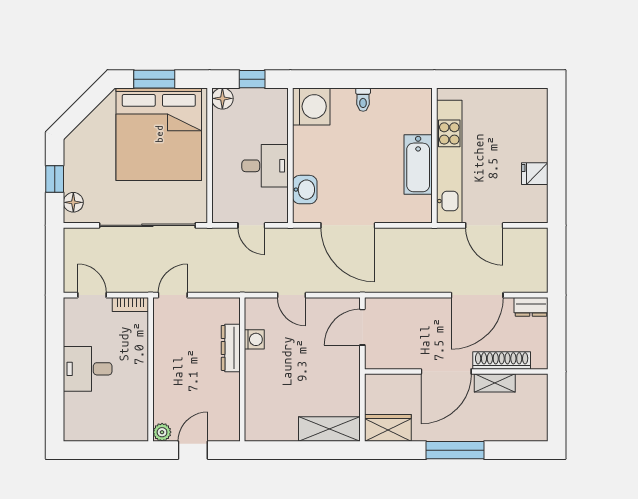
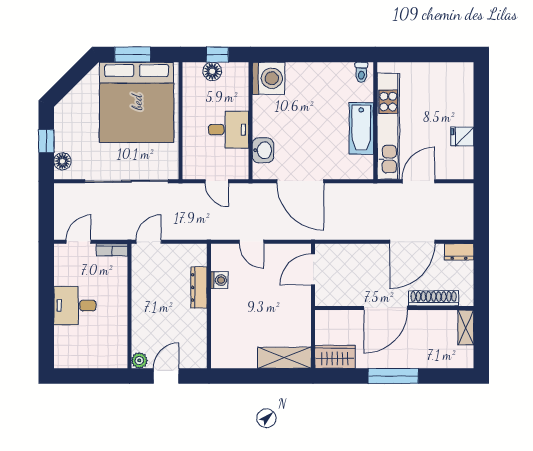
floor lamp: (222, 98) -> (212, 71), moved
toilet: (363, 100) -> (361, 72), moved
door: (484, 225) -> (418, 181), swing flipped
door: (92, 295) -> (79, 242), hinge flipped
shelving: (495, 383) -> (466, 327), moved, turned 90

